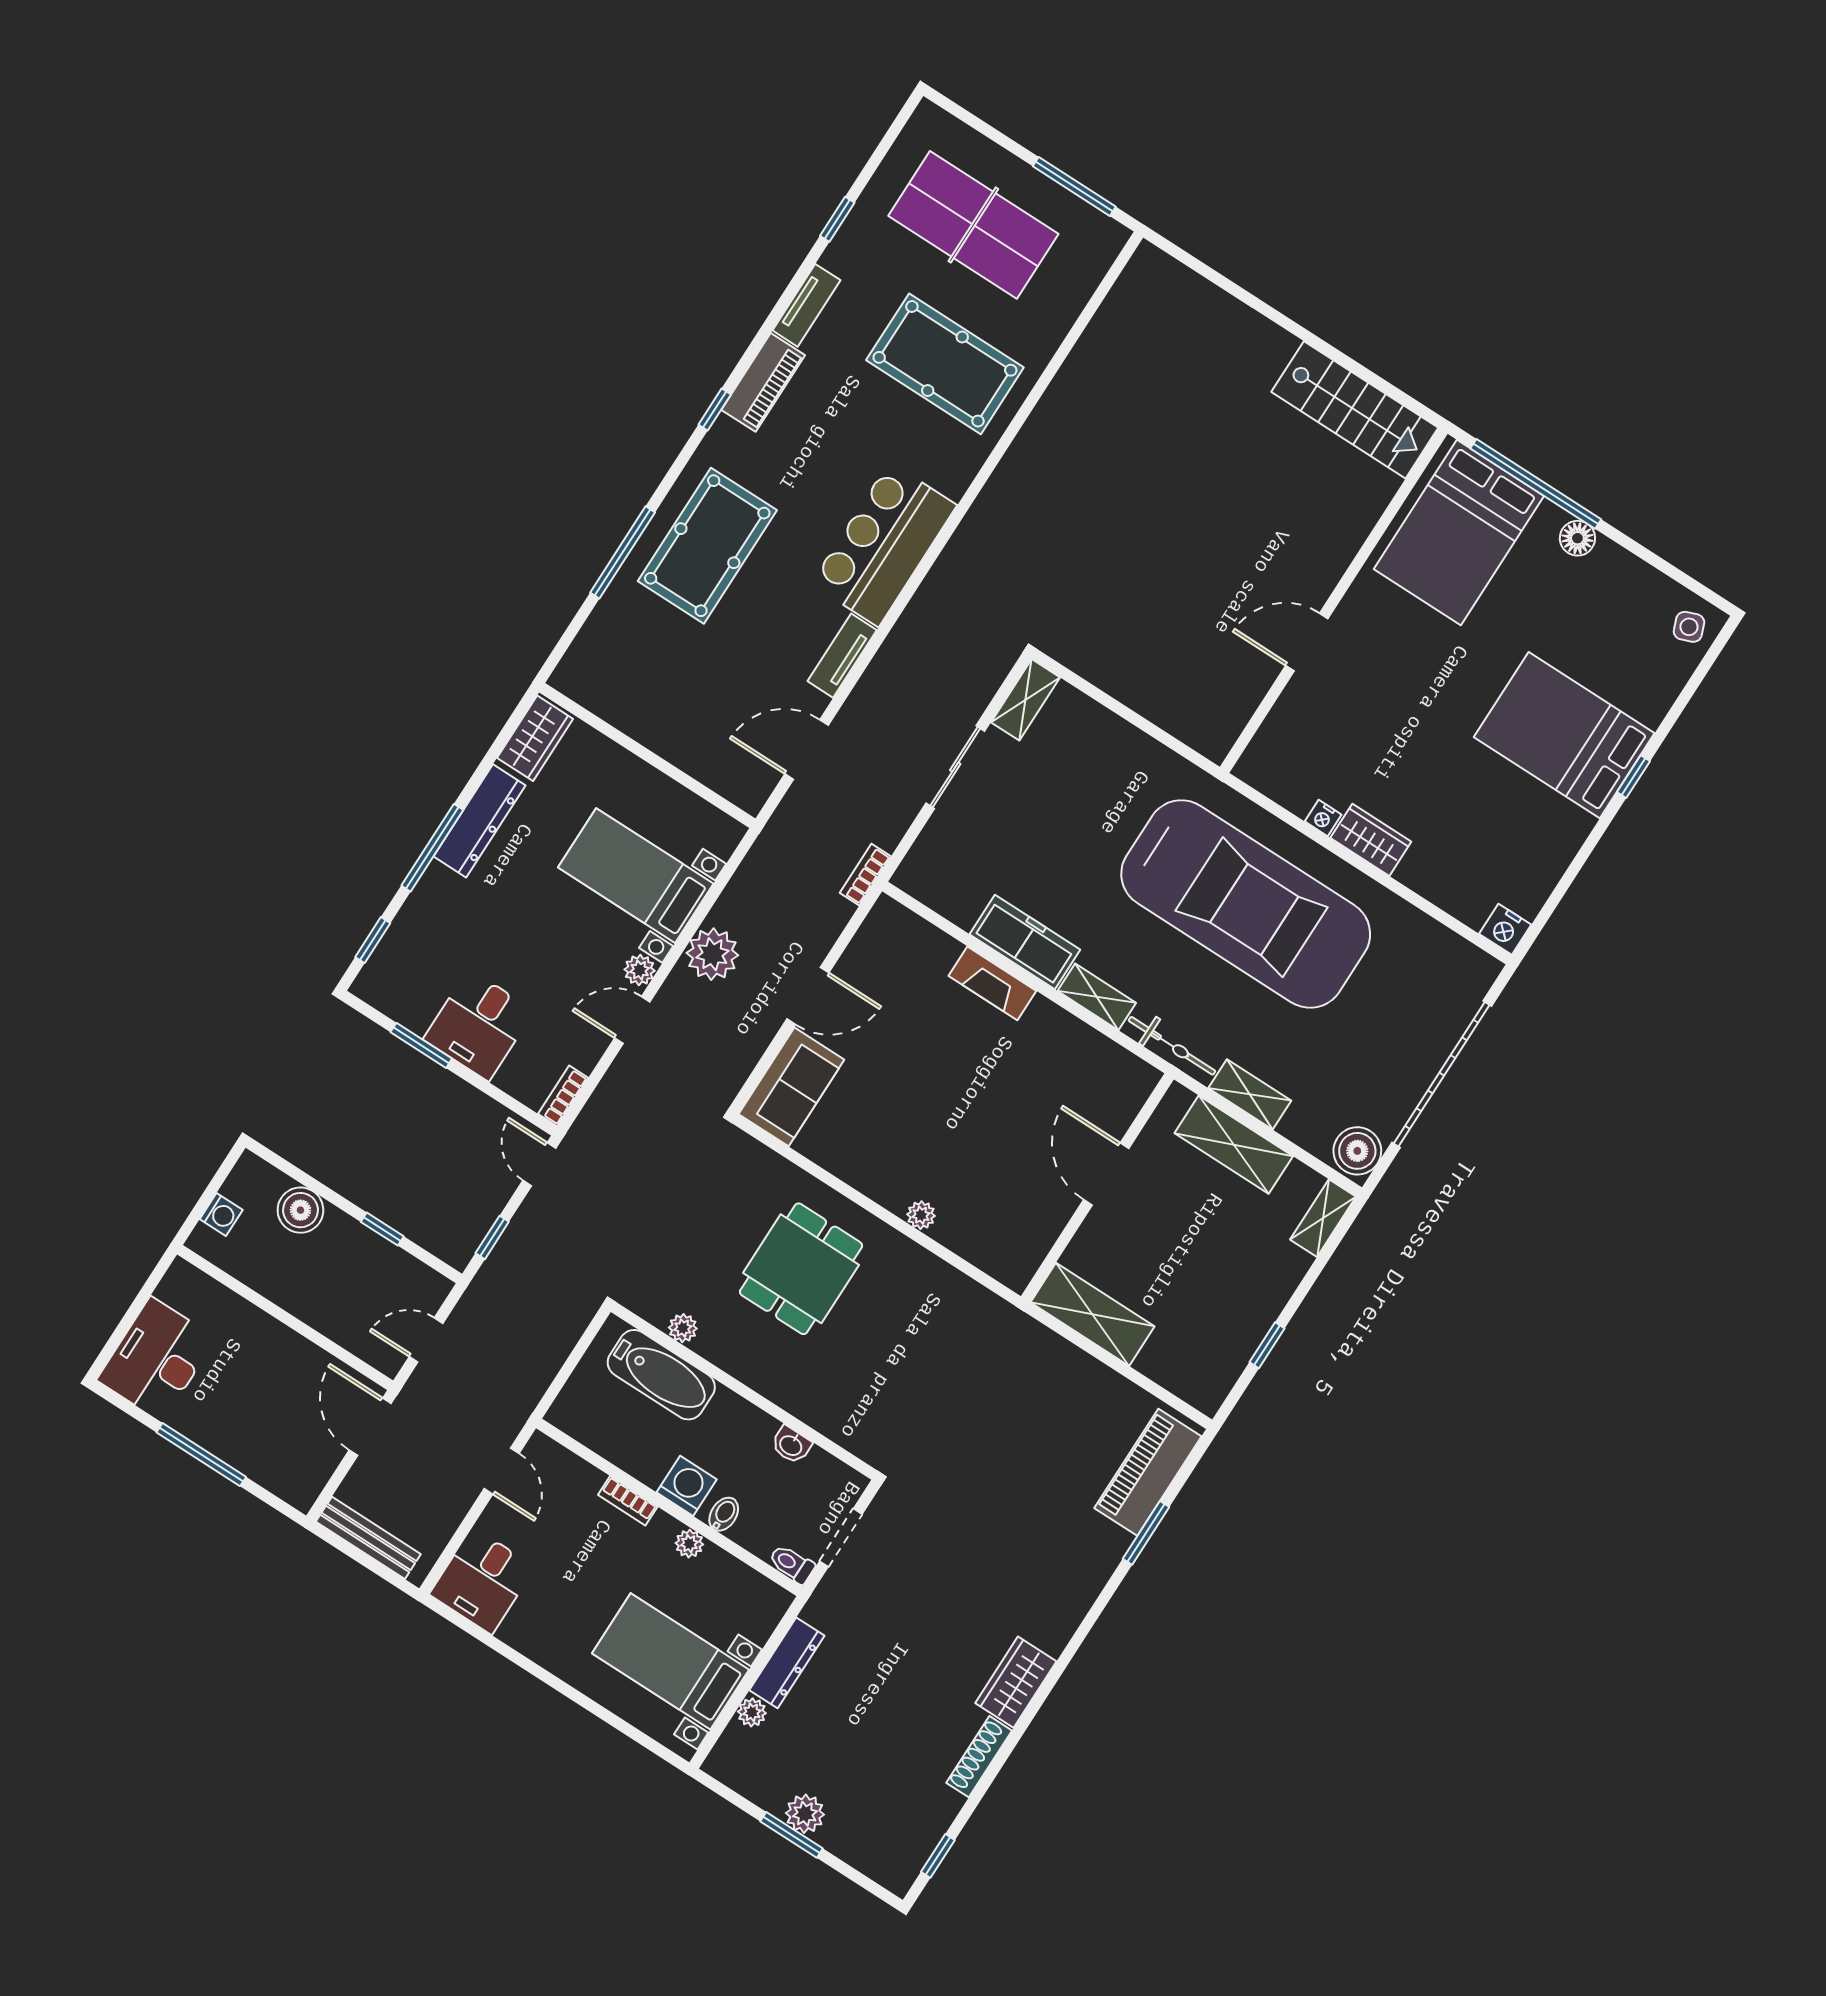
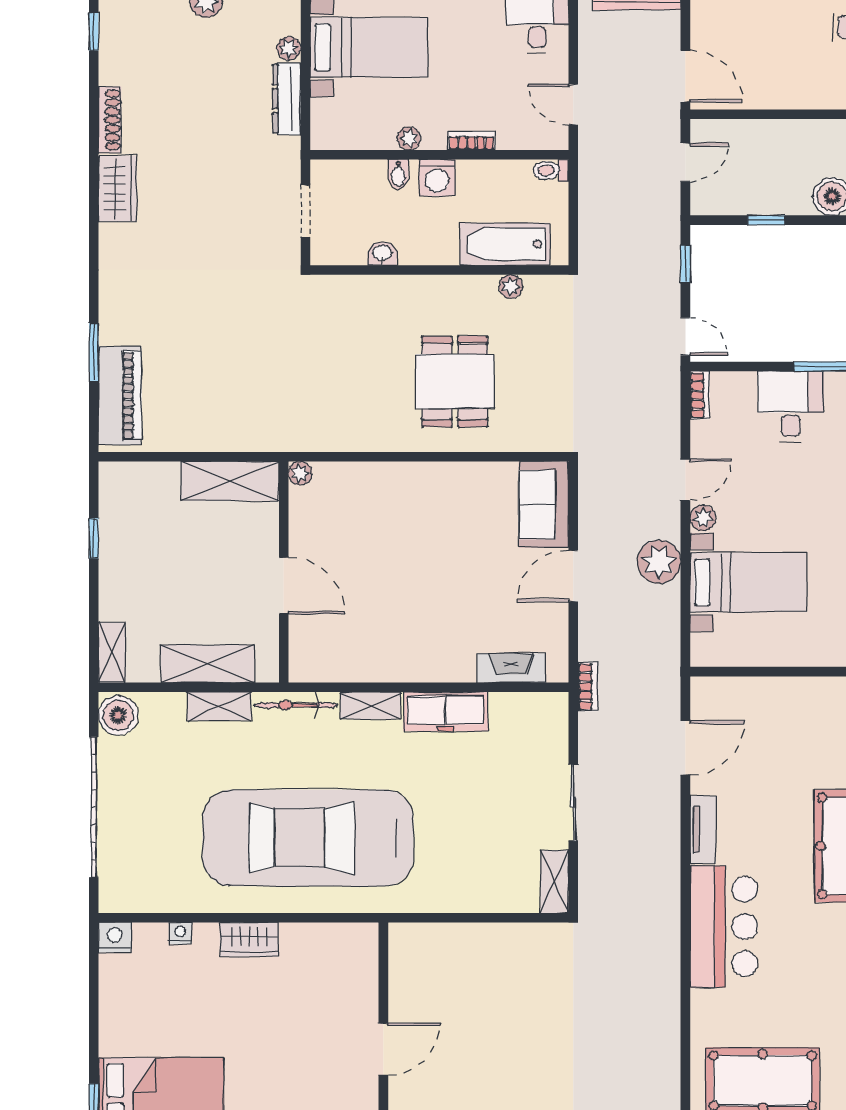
nightstand: (1323, 818) -> (180, 933), moved
fireplace: (992, 983) -> (511, 668), moved
plant: (921, 1215) -> (300, 473), moved
toilet: (792, 1564) -> (551, 170), moved, turned 180

